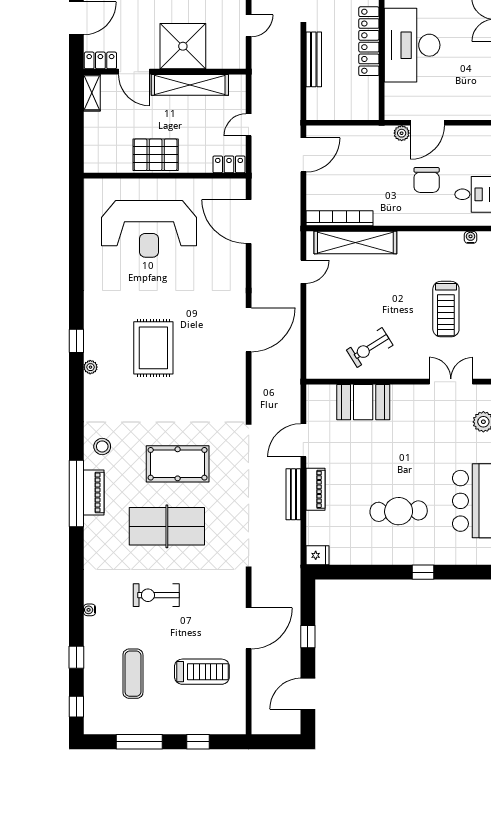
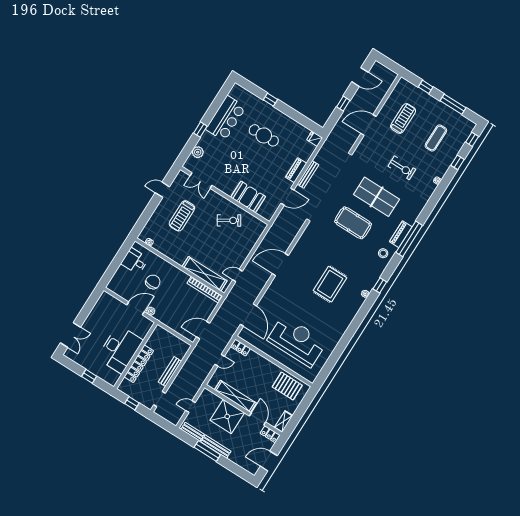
pallet: (156, 155) -> (287, 386), moved
treadmill: (446, 309) -> (182, 216), turned 180
window: (76, 341) -> (380, 285), moved
treadmill: (202, 672) -> (403, 119), turned 90

